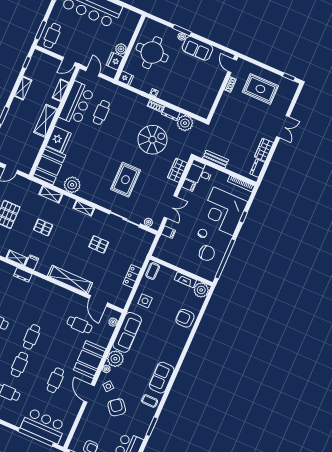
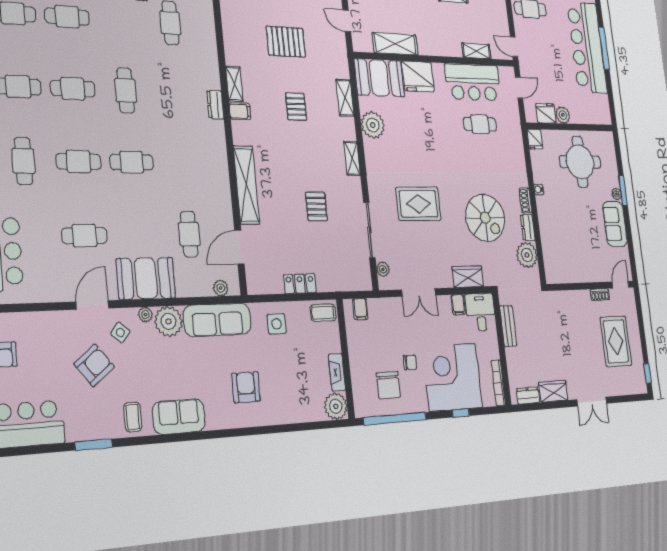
shelving: (46, 121) -> (395, 44), moved
filing cabinet: (168, 232) -> (360, 309), moved
armchair: (185, 318) -> (246, 387), moved

